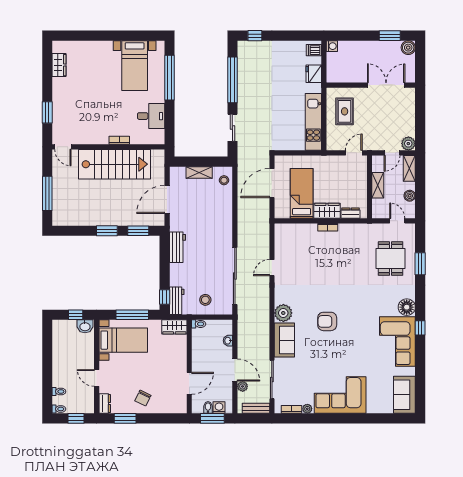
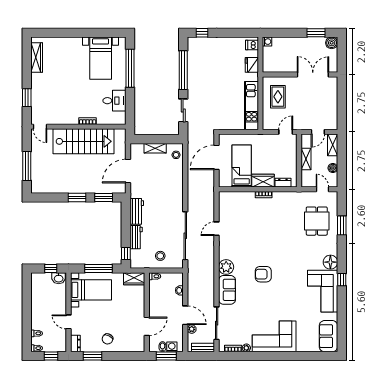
wardrobe: (59, 65) -> (37, 58), width x1.50
plant: (408, 144) -> (332, 124), removed
workbench: (177, 301) -> (136, 237), moved

